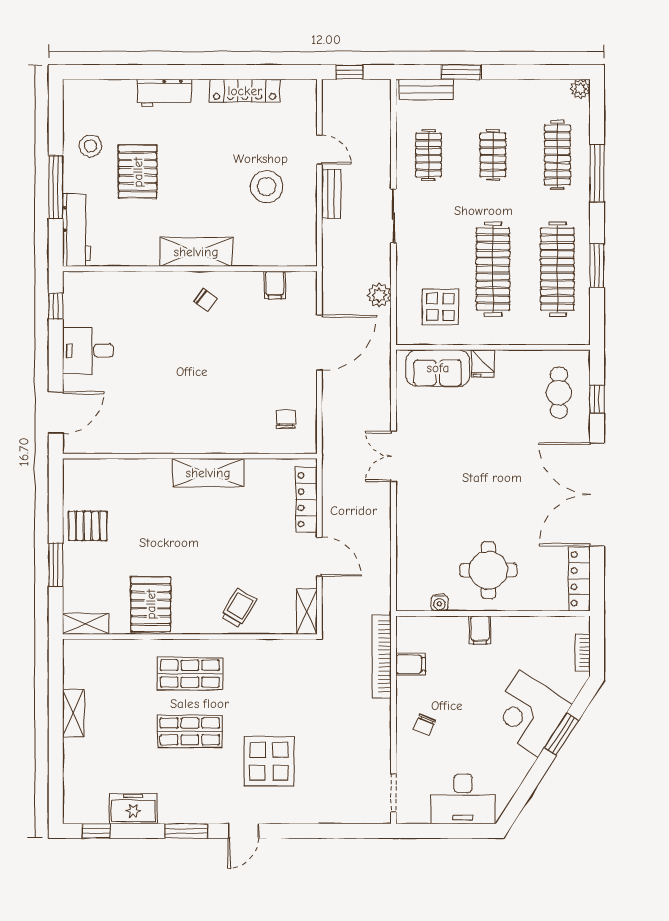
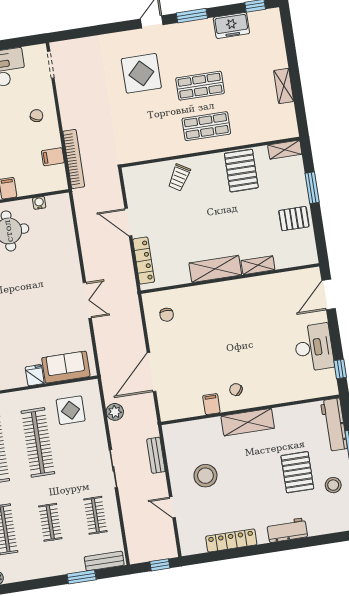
bench: (331, 194) -> (156, 455), moved
filing cabinet: (275, 285) -> (211, 404), moved
desk: (88, 351) -> (314, 347), width x1.37
shelving: (307, 611) -> (258, 265), moved, turned 90

